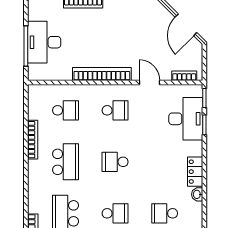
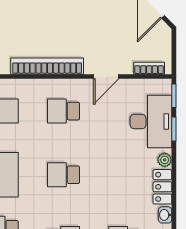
door: (149, 82) -> (106, 77), swing flipped
school desk: (115, 110) -> (64, 111), turned 180
plant: (197, 150) -> (165, 160), added

